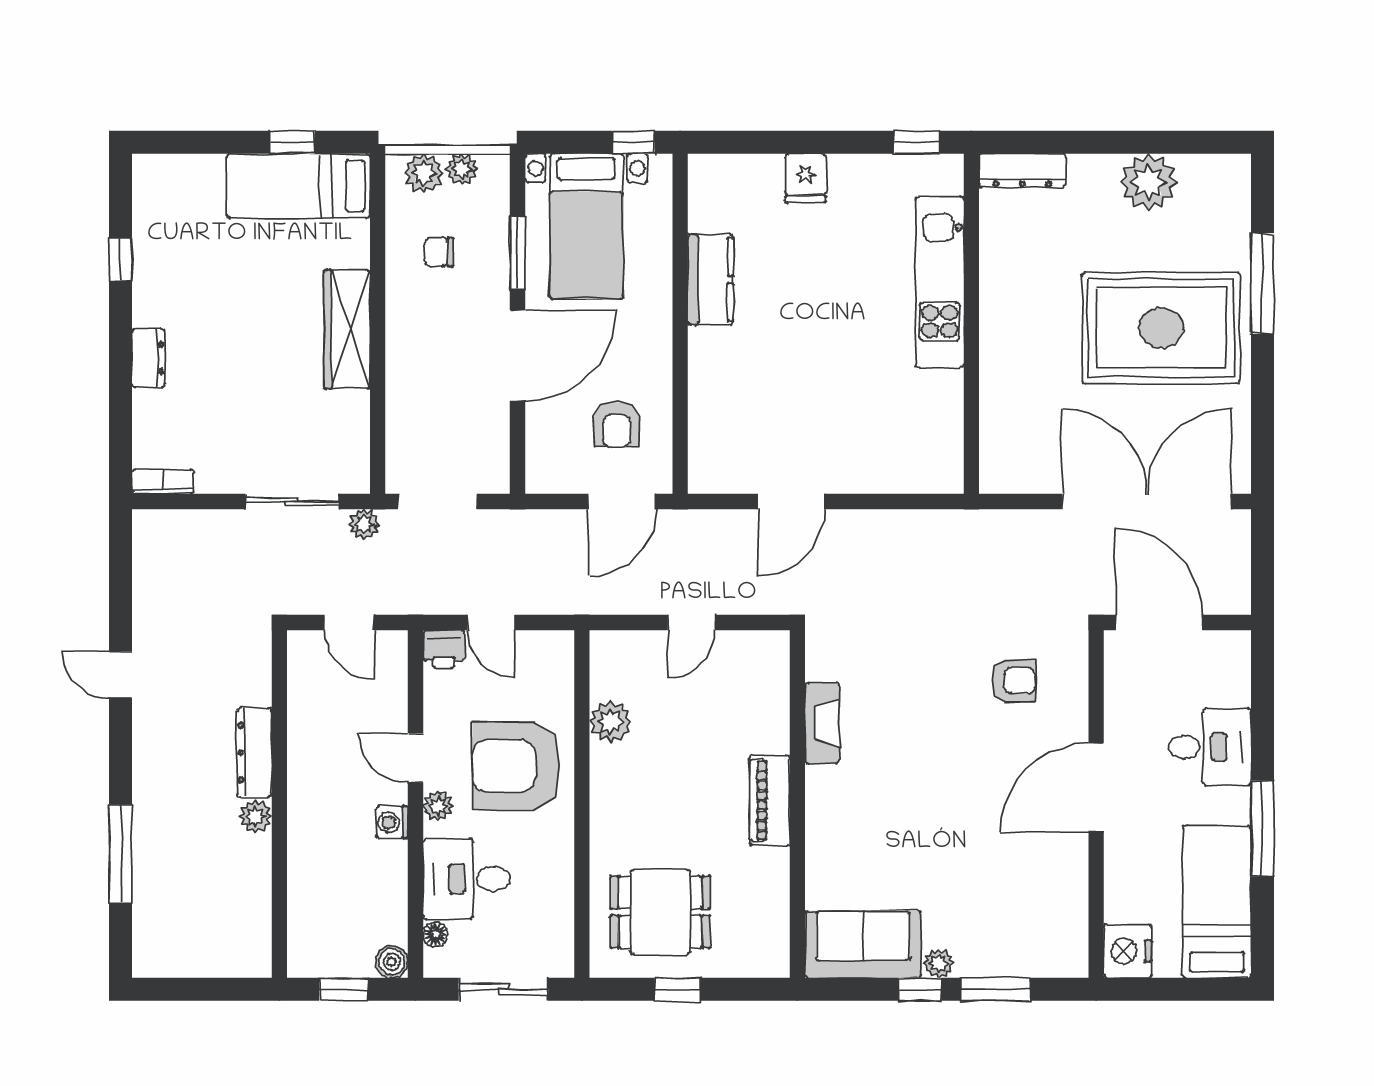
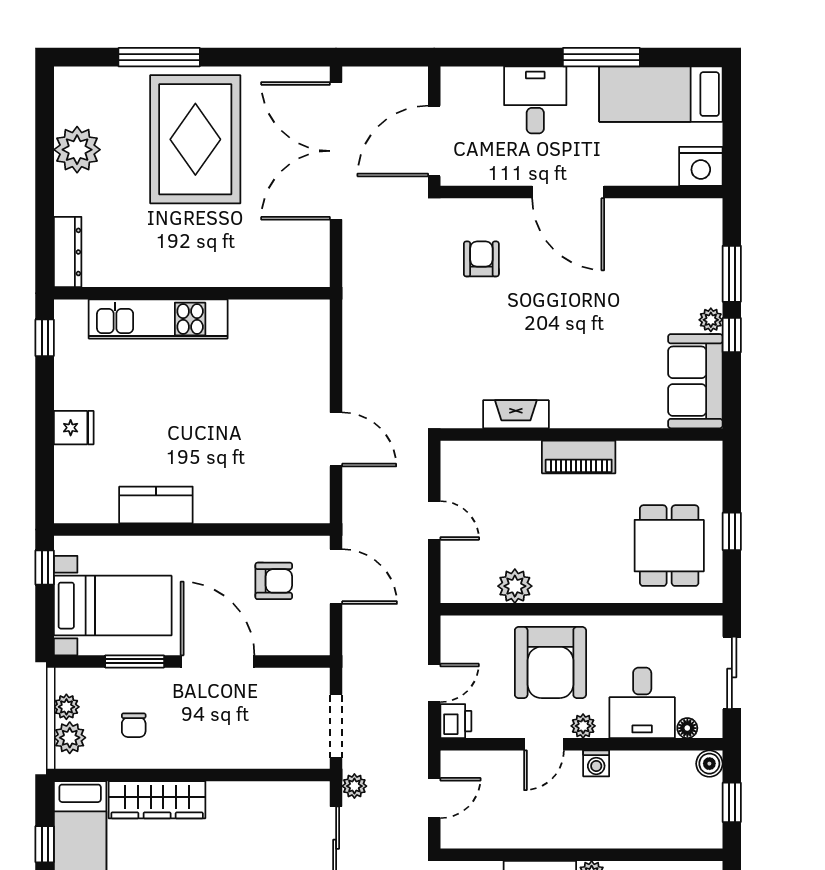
wardrobe: (347, 329) -> (157, 800), moved

